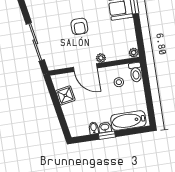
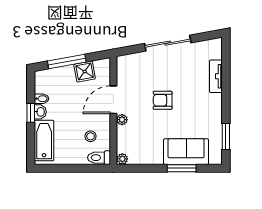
sliding door: (35, 42) -> (168, 43), moved
window: (59, 112) -> (67, 61), added

